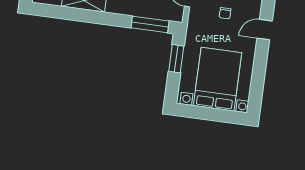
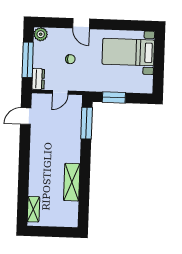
bed with nightstands: (218, 79) -> (128, 52), width x0.73

